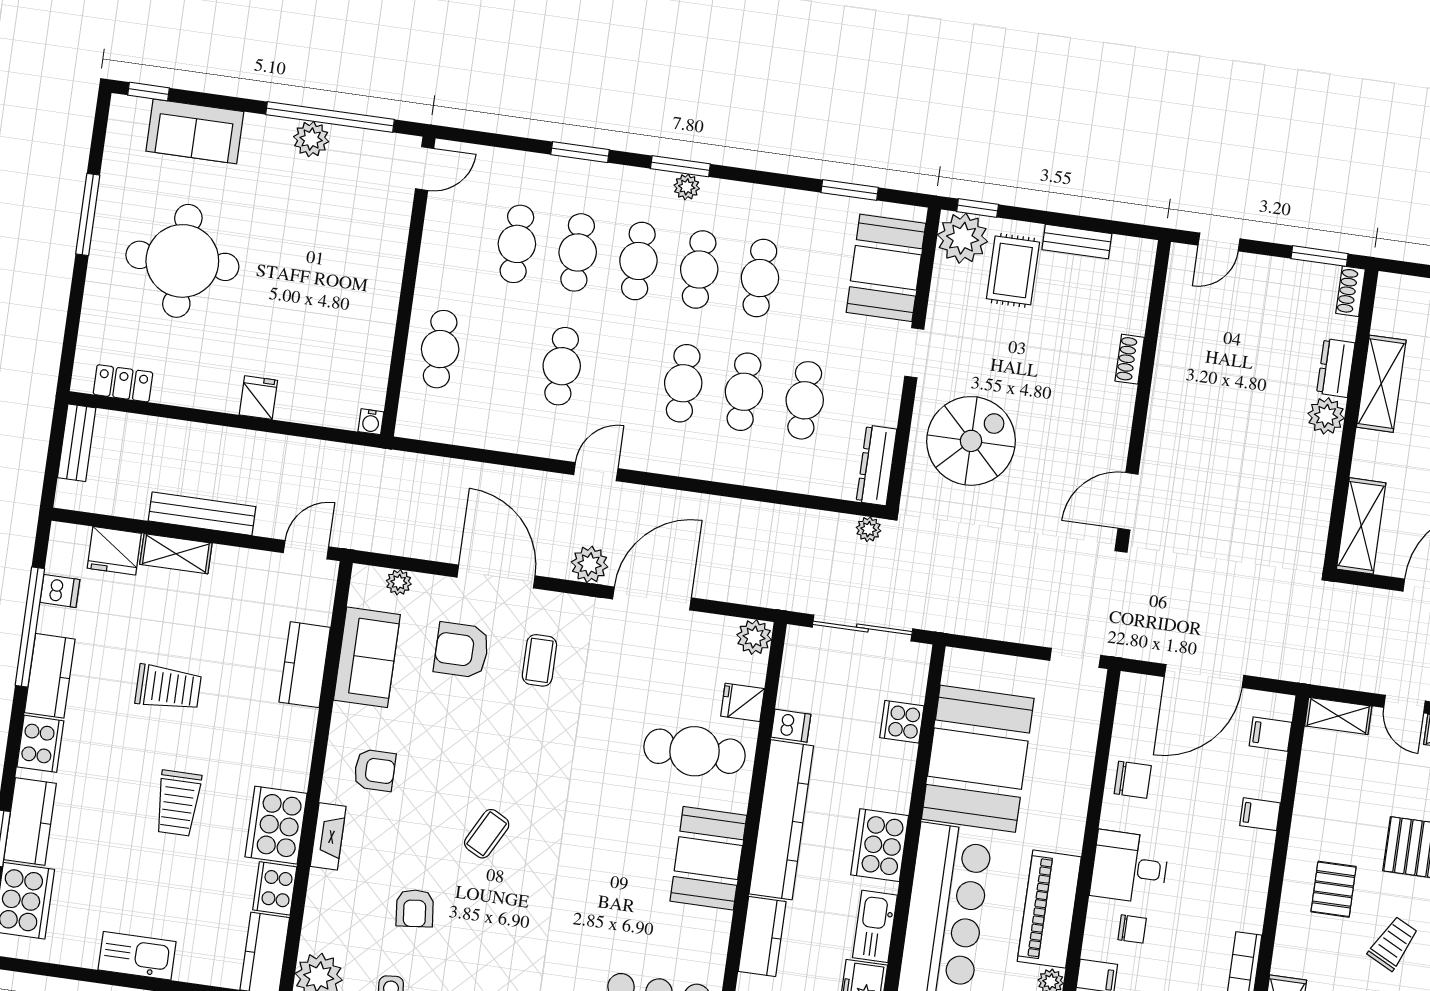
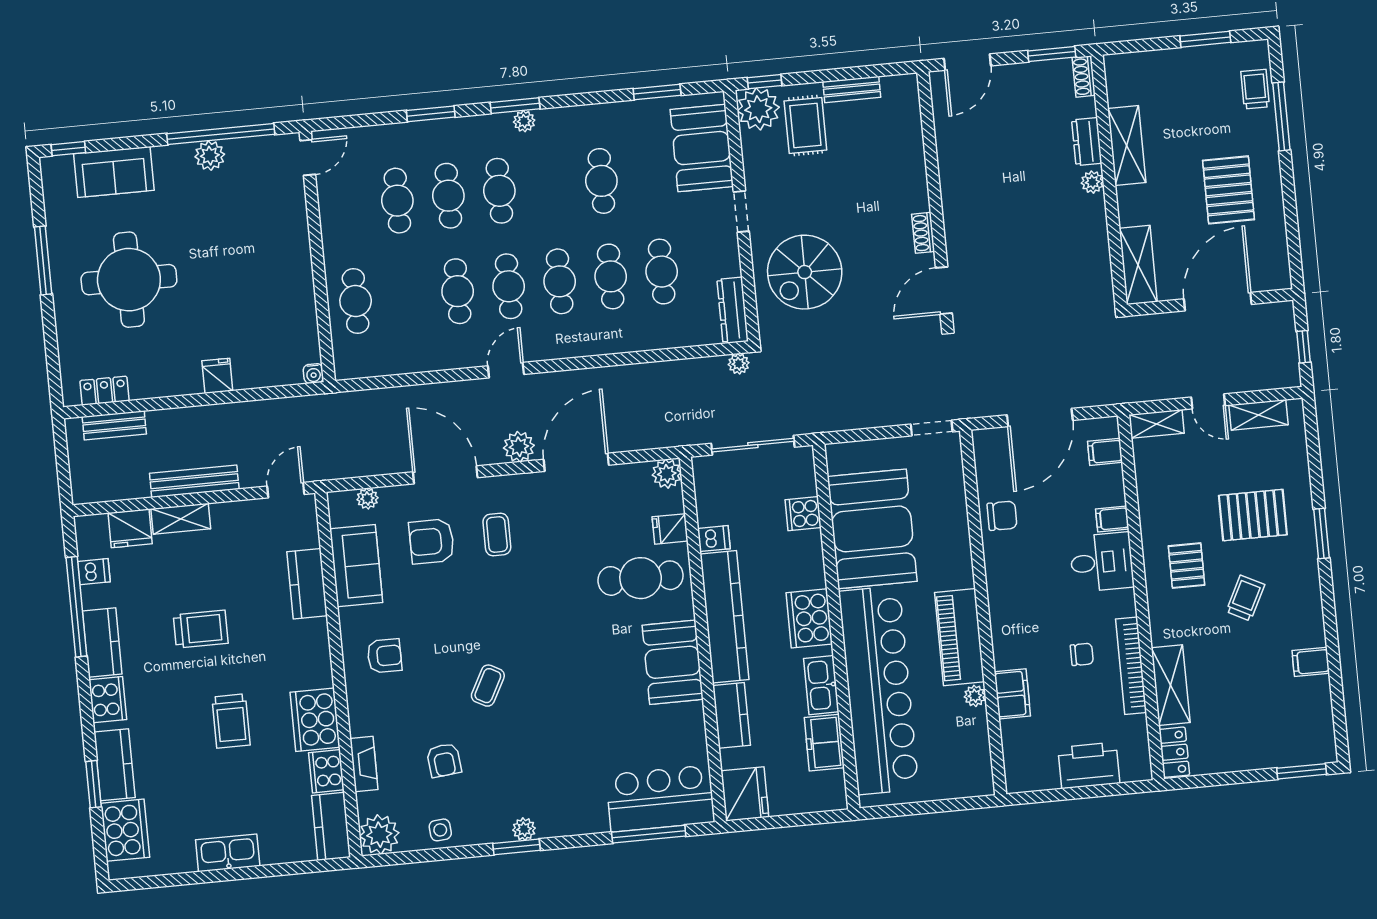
door: (1219, 242) -> (967, 62), width x1.38
cafe table: (699, 270) -> (509, 286), moved
shoe rack: (1130, 359) -> (923, 233), moved
plant: (1326, 416) -> (1092, 182), width x0.73, depth x0.73
spiral stairs: (971, 441) -> (805, 272), turned 180
bench: (77, 443) -> (114, 425), moved, turned 90
fireplace: (328, 836) -> (364, 764), moved
desk: (1130, 867) -> (1102, 562), moved, turned 180
chair: (1132, 929) -> (1082, 654), moved

